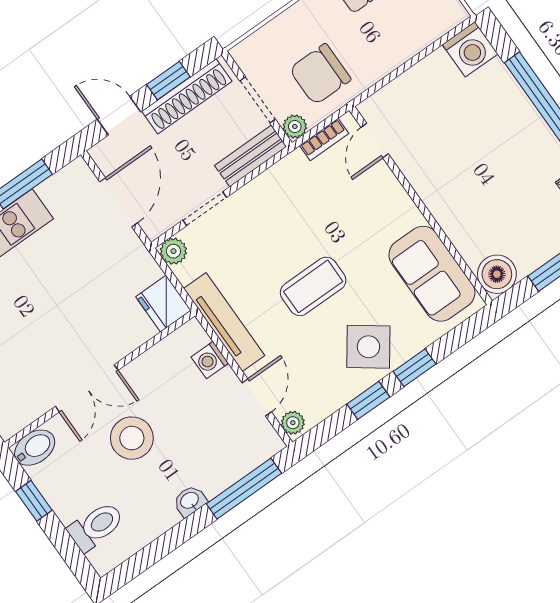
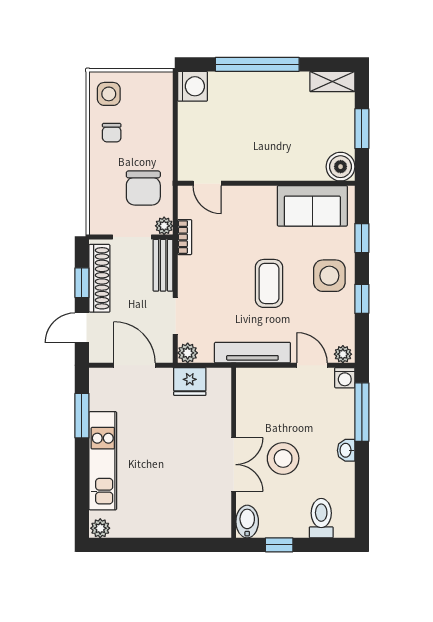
bookcase: (324, 140) -> (185, 237), moved
fridge: (163, 304) -> (190, 382), moved
side table: (368, 347) -> (329, 276), turned -36
washing machine: (210, 360) -> (345, 378), moved
window: (414, 368) -> (362, 238), moved

